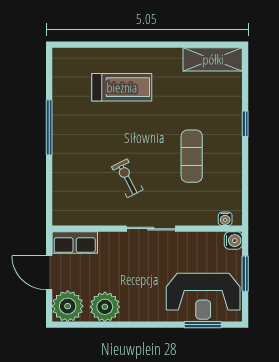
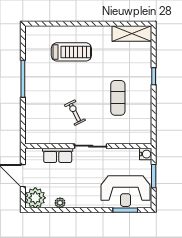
water cooler: (225, 219) -> (140, 140), removed
row of seats: (75, 242) -> (58, 155), moved
plant: (105, 307) -> (60, 203), width x0.53, depth x0.53

